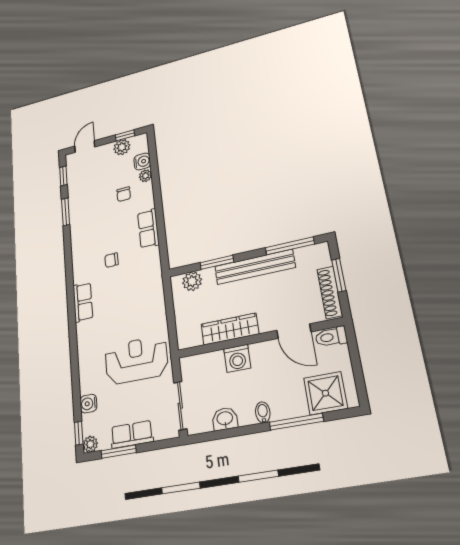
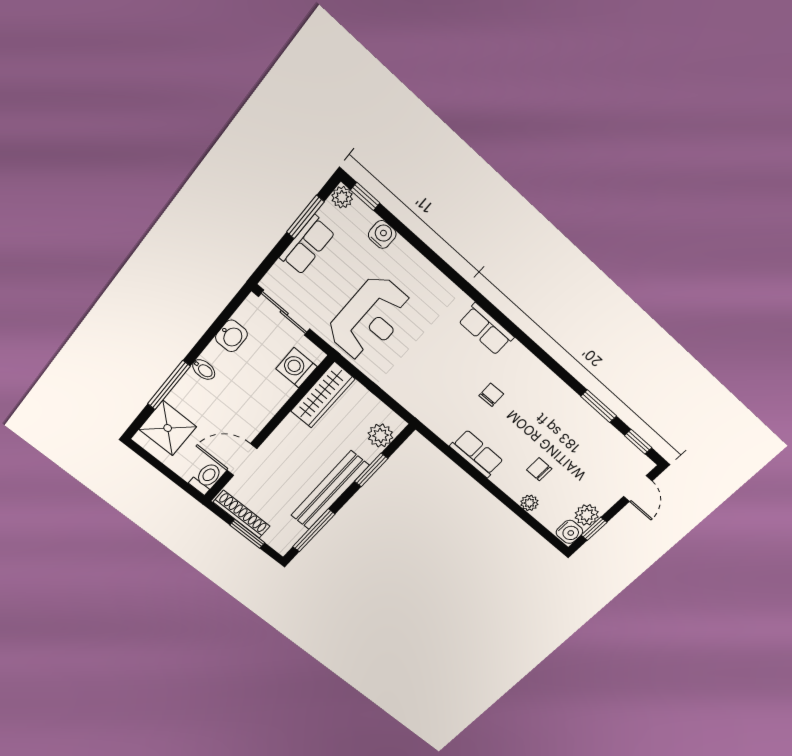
water cooler: (142, 162) -> (569, 532), moved, turned -90
wardrobe: (230, 329) -> (323, 395), moved
washing machine: (237, 358) -> (296, 368), moved

